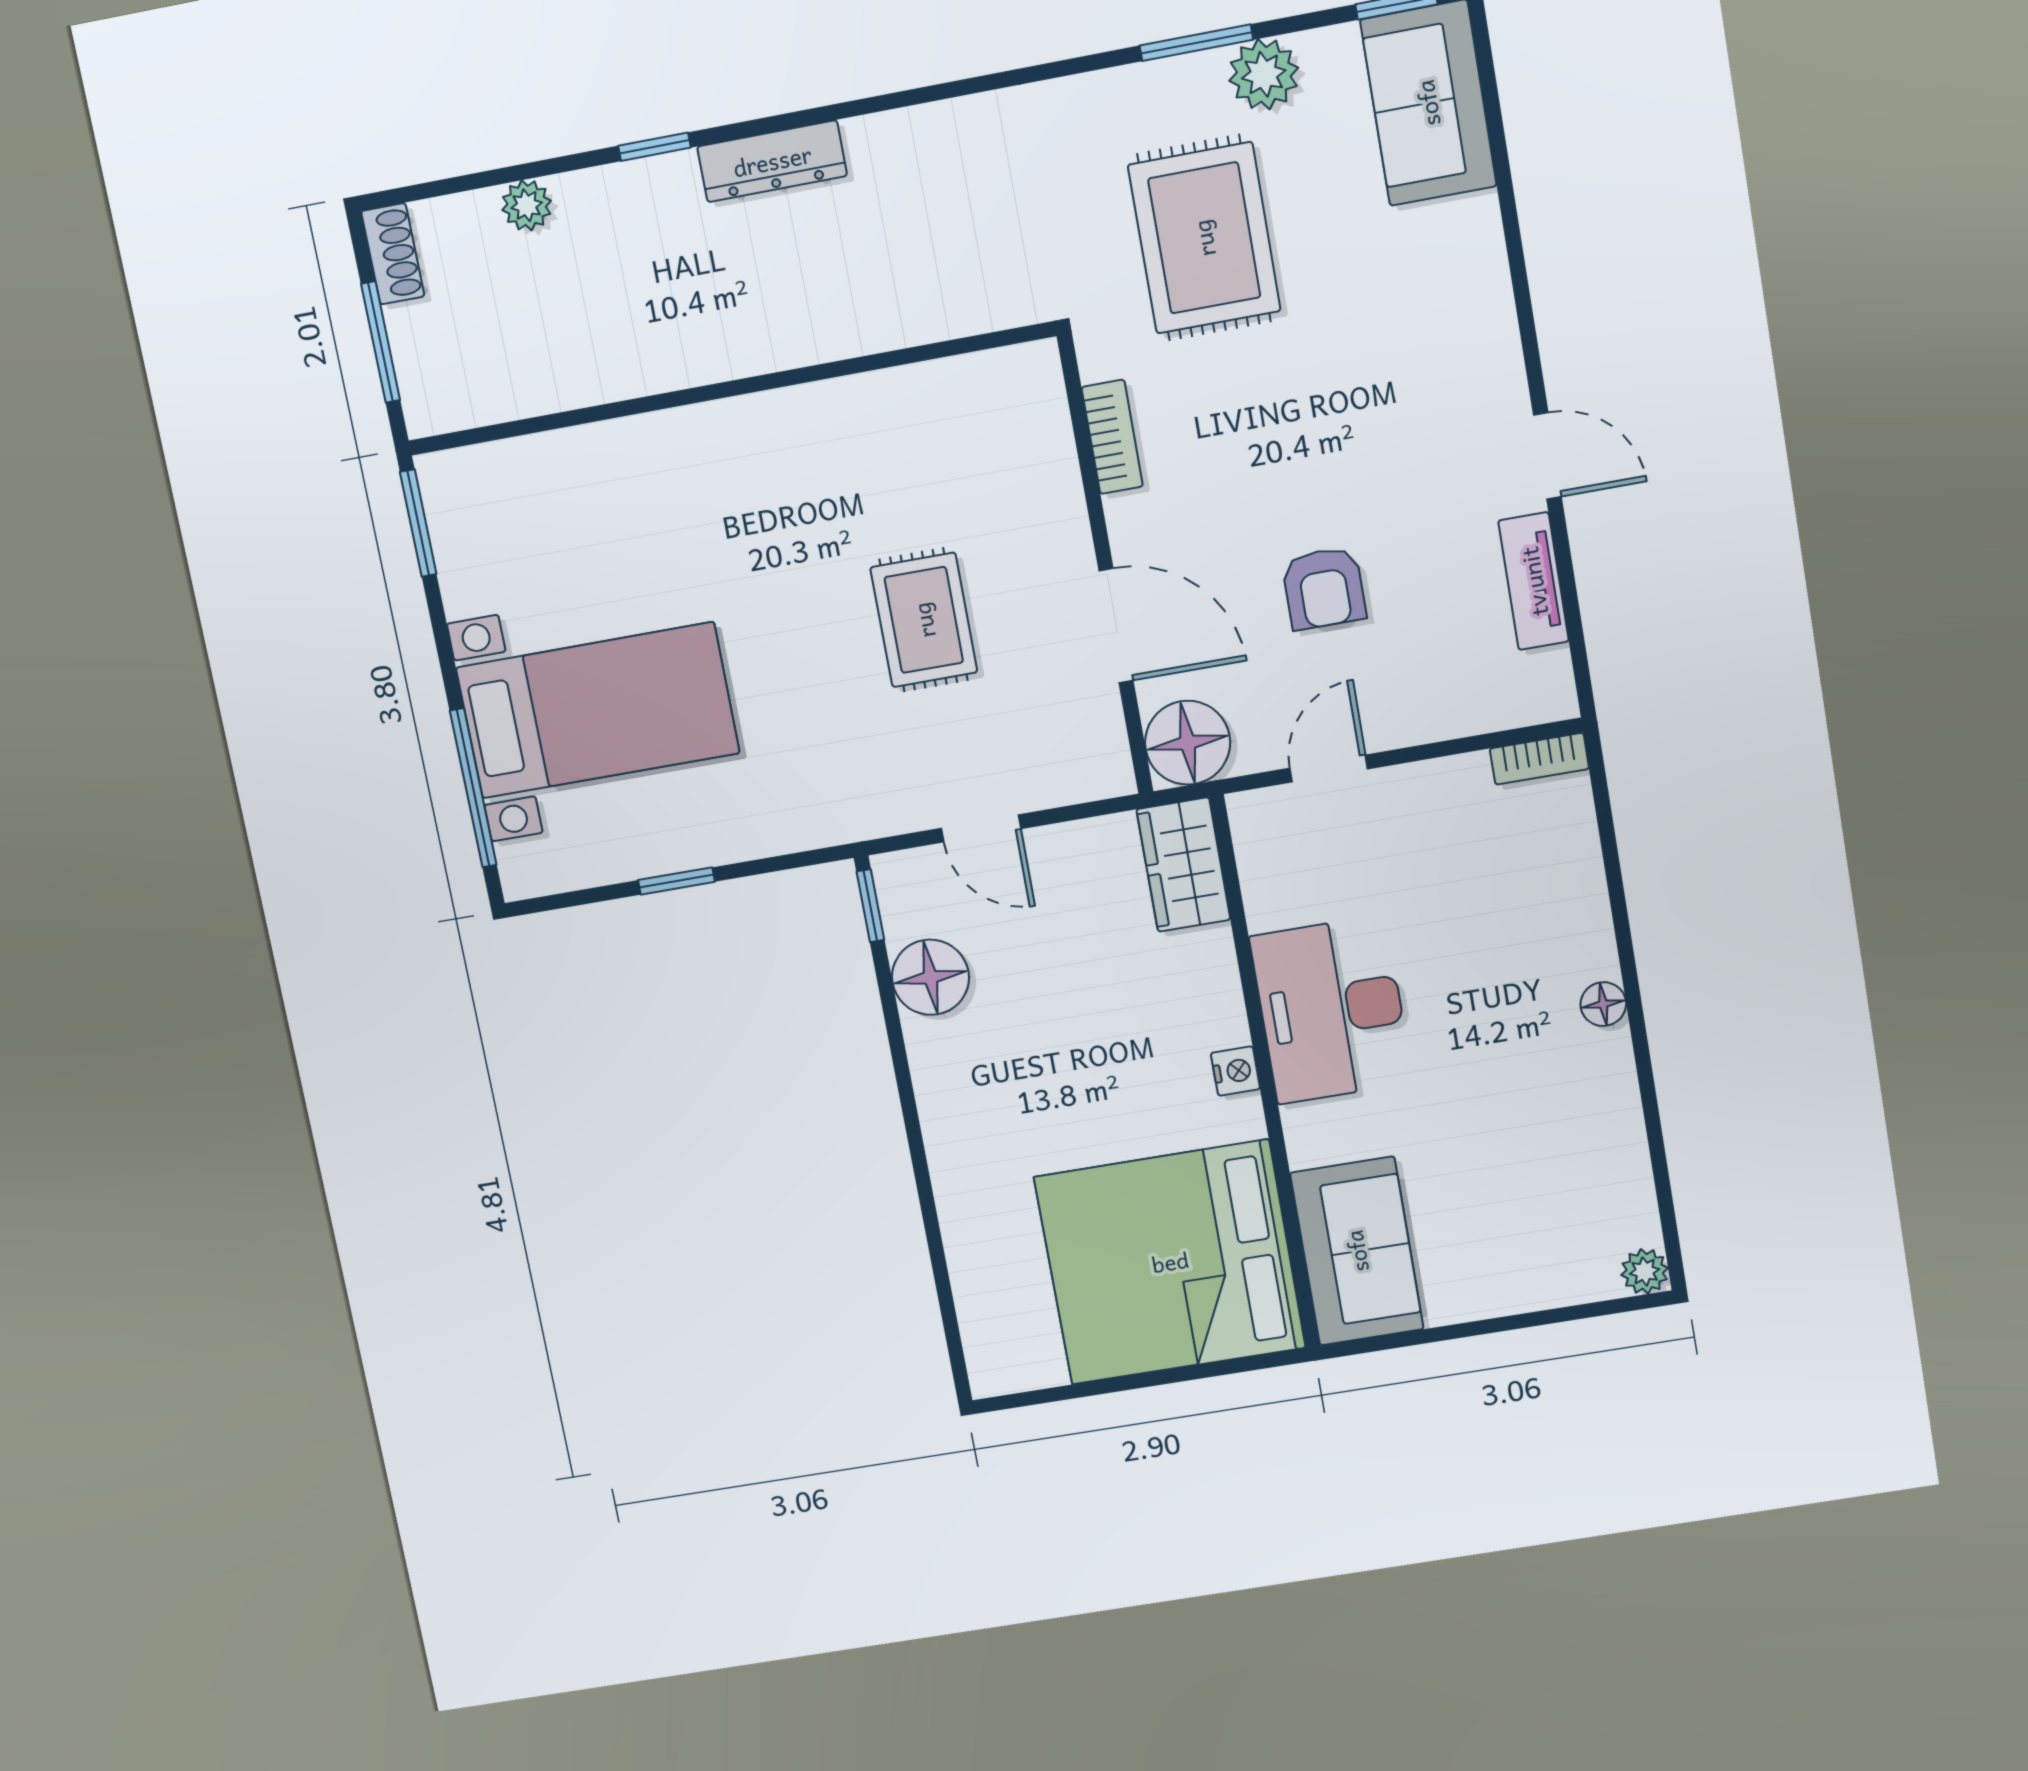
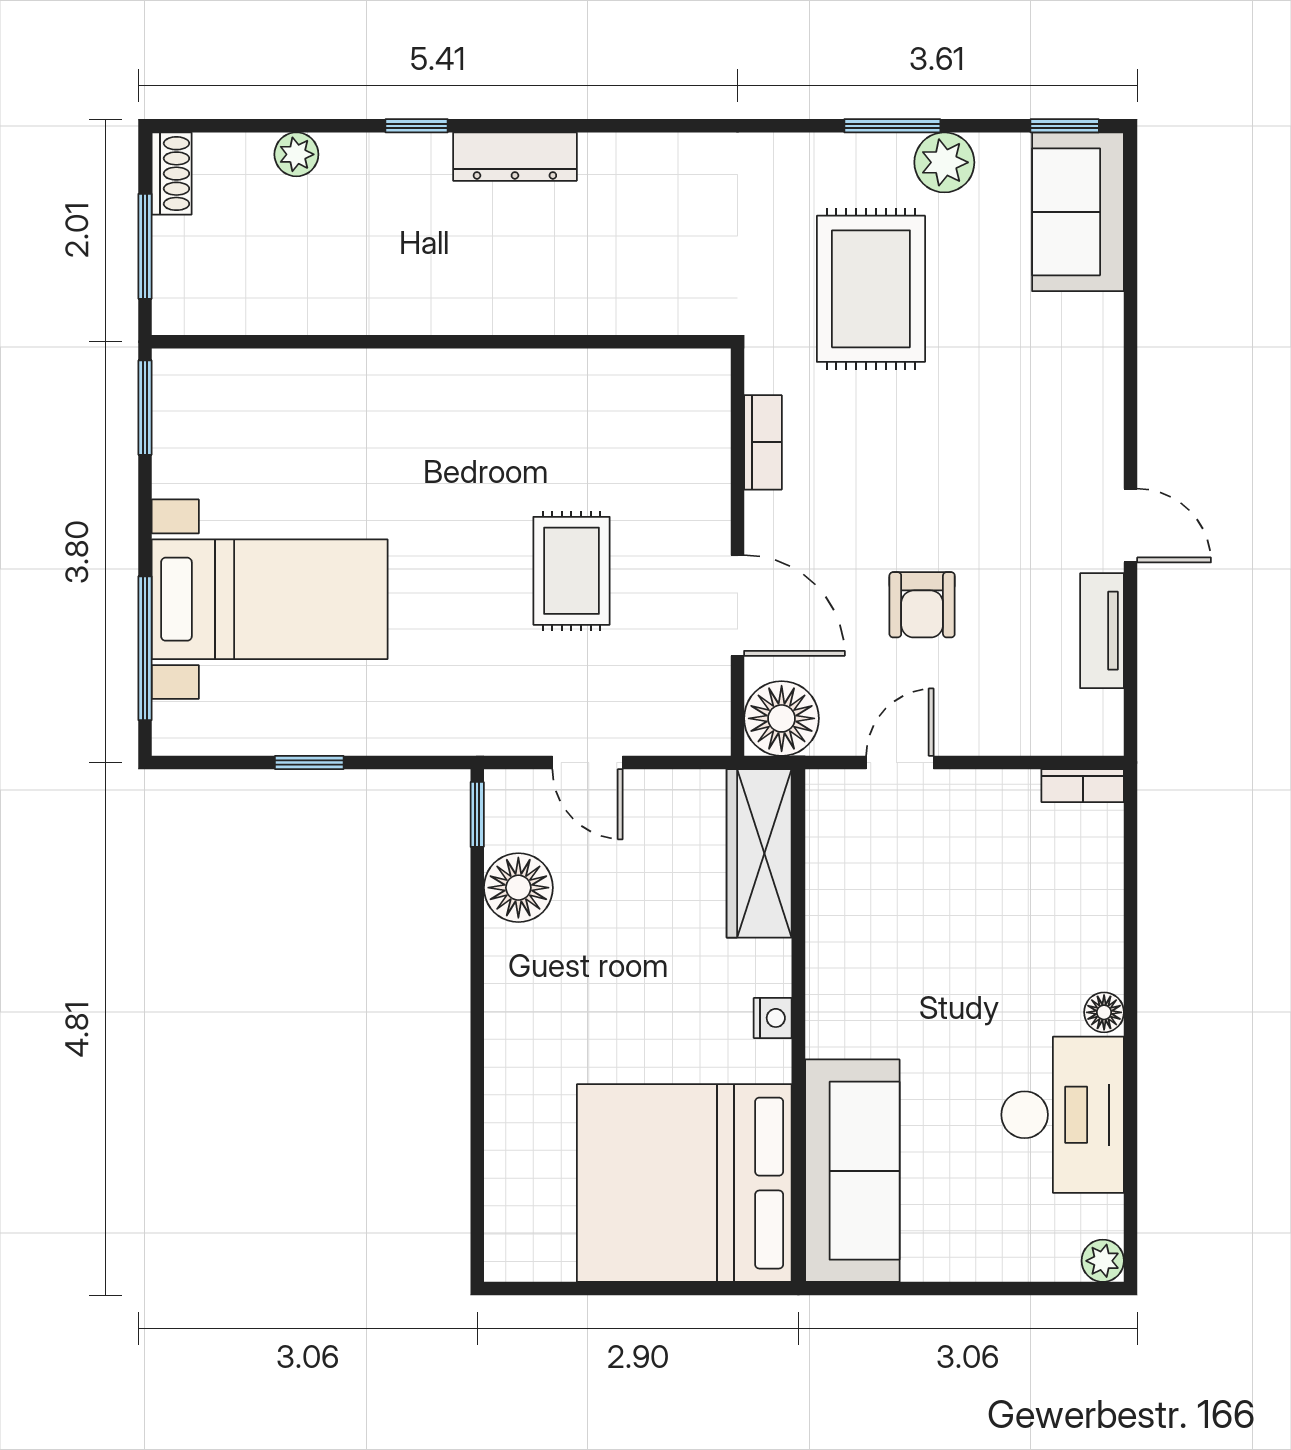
wardrobe: (1183, 865) -> (759, 853), width x1.50
desk: (1331, 1010) -> (1063, 1115), moved, turned 180
sofa: (1357, 1251) -> (852, 1171), width x1.36

